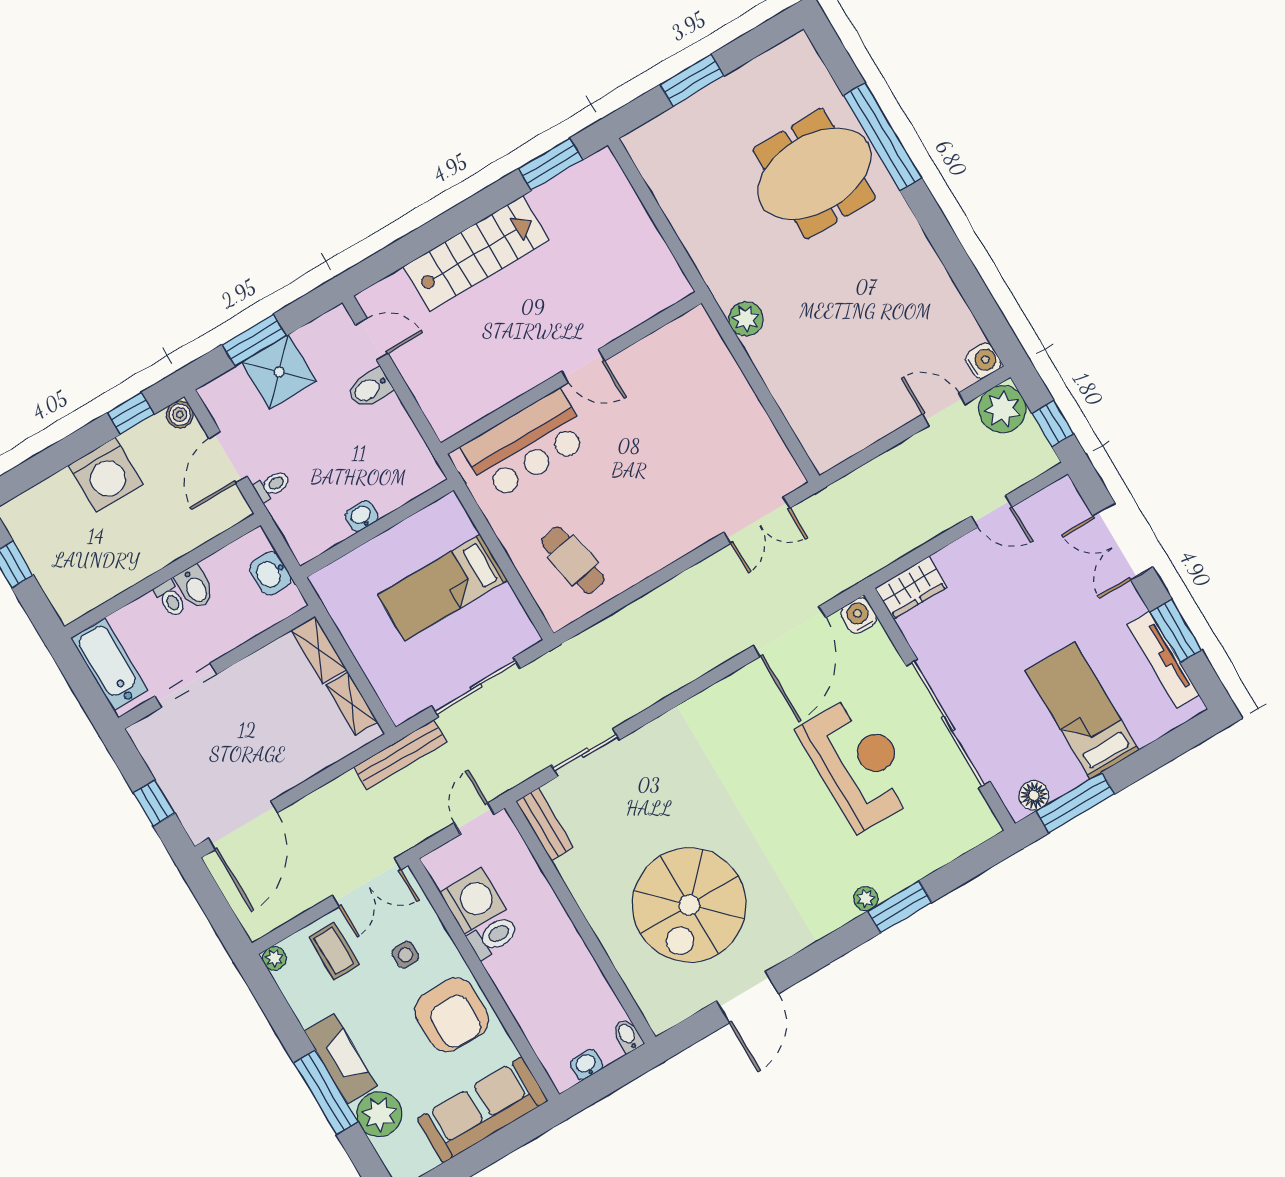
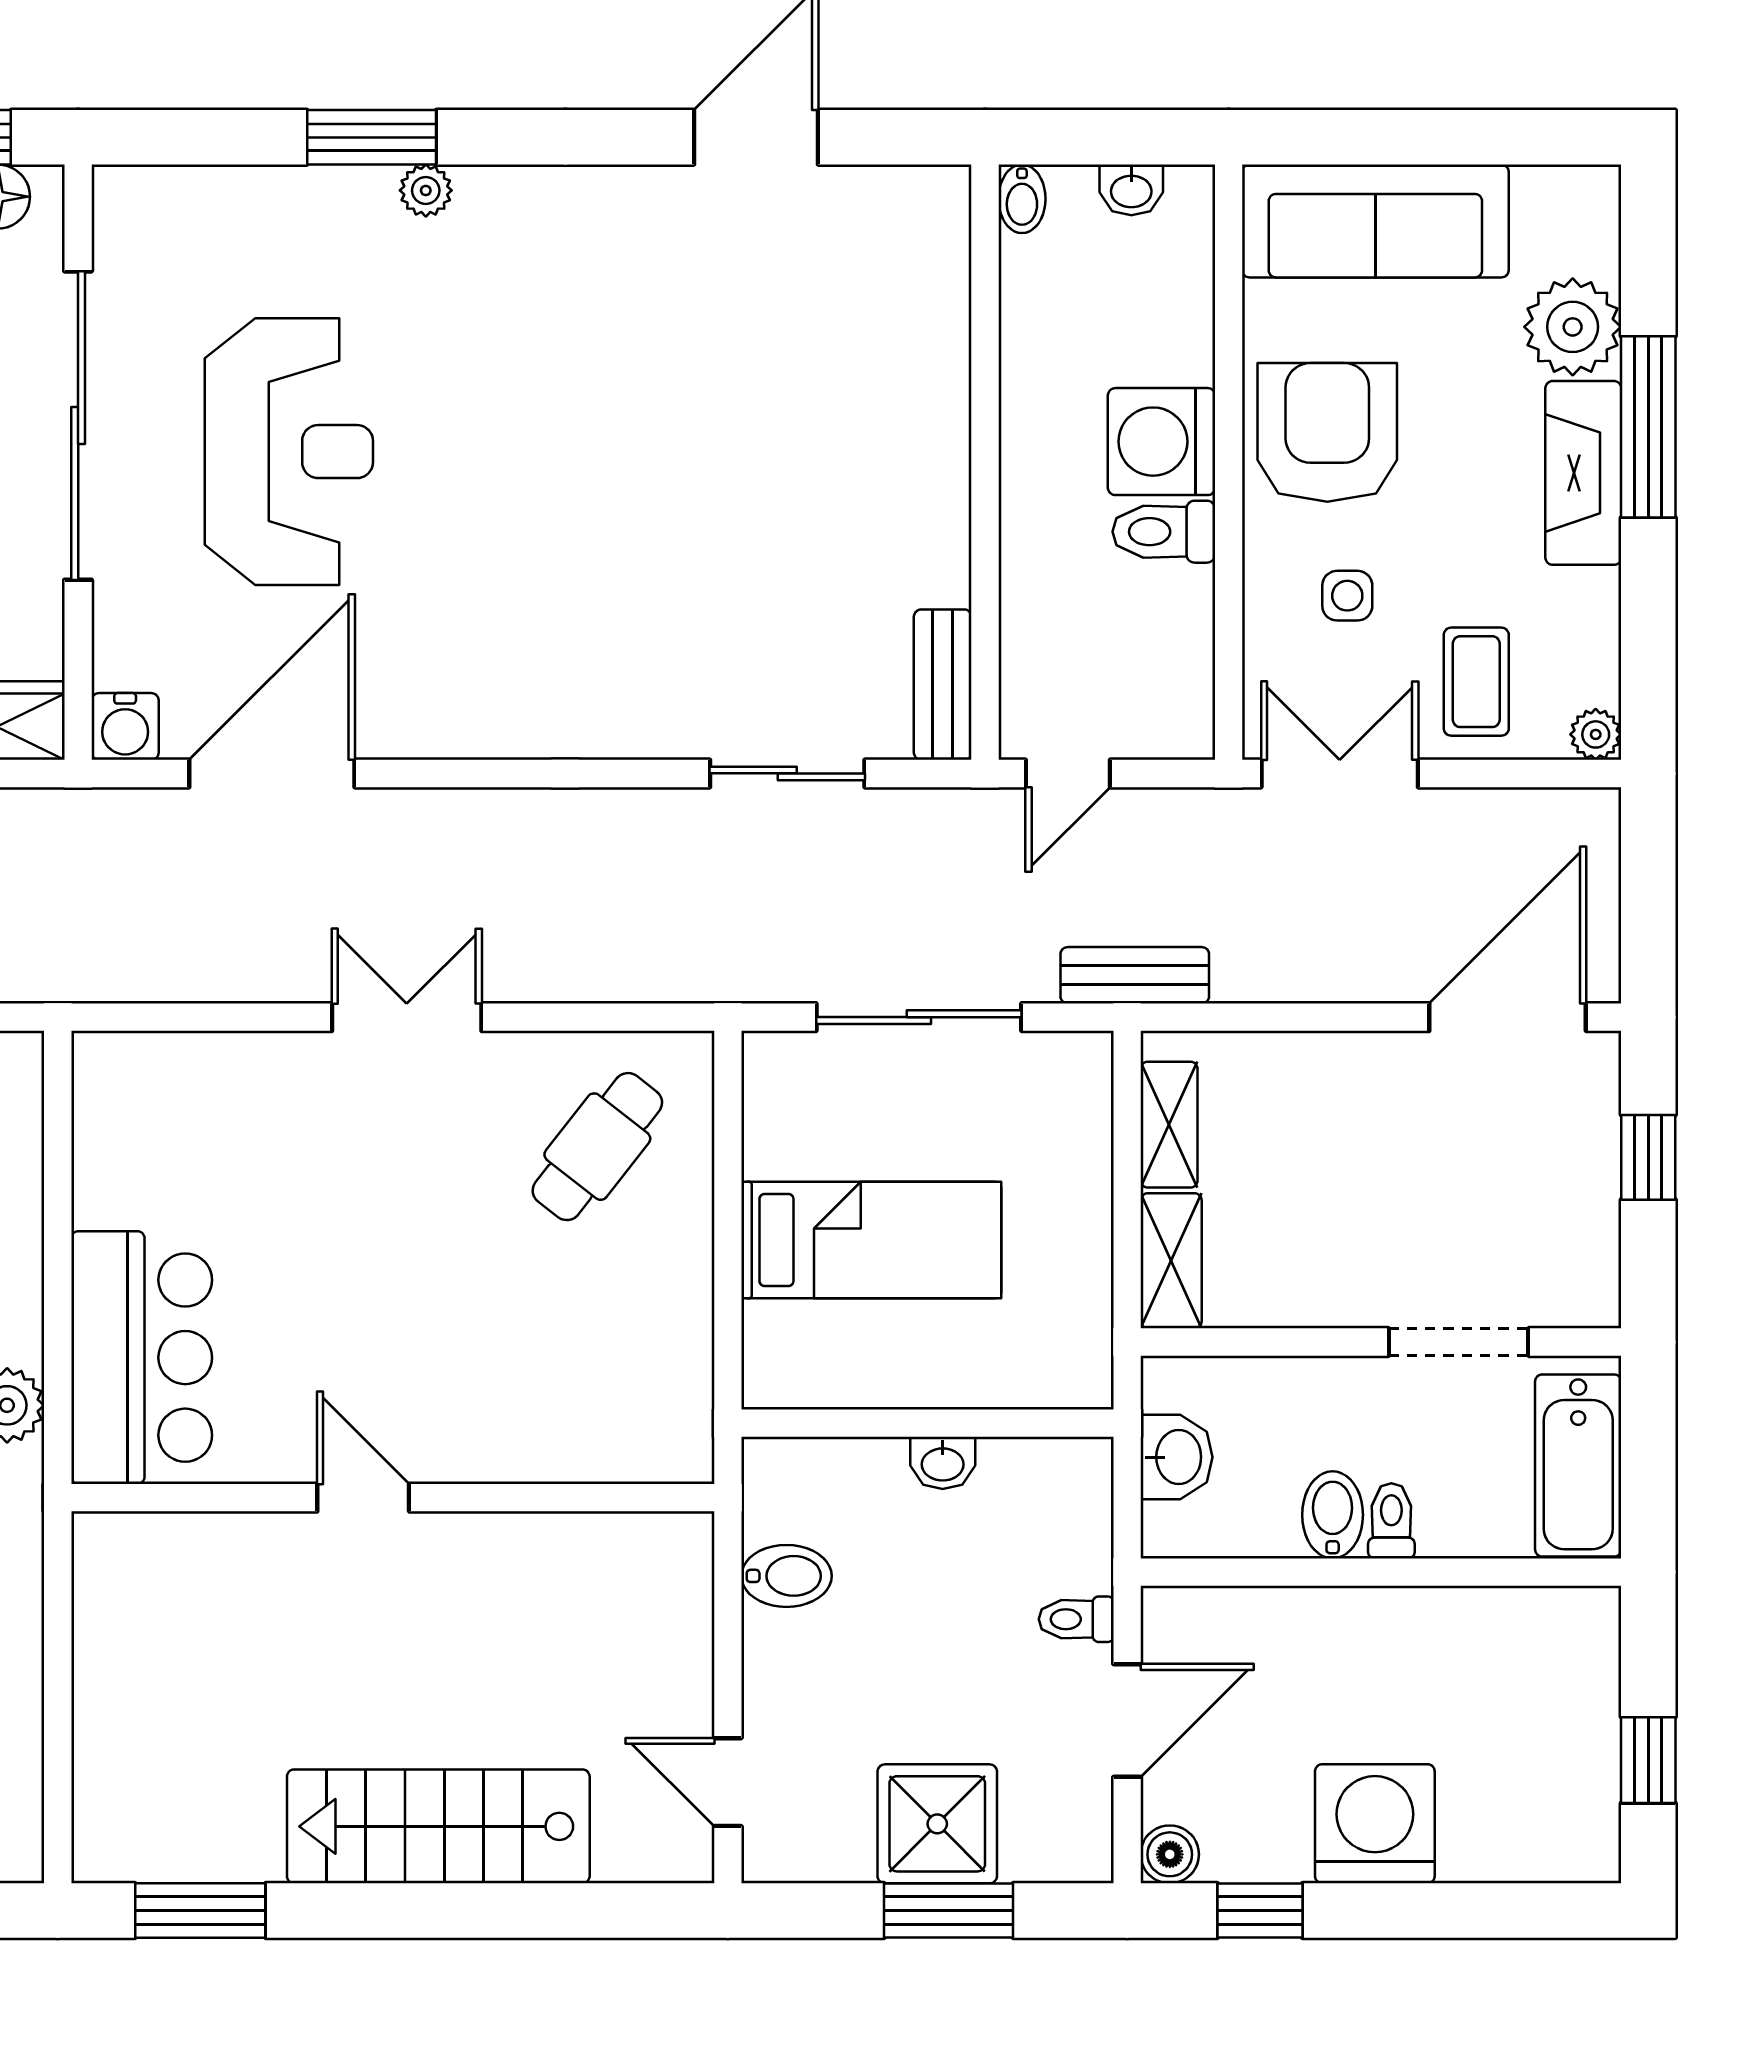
bidet: (370, 389) -> (786, 1576), moved
bar counter: (526, 445) -> (142, 1358), moved, turned 90
double door: (757, 520) -> (407, 1017), moved
cafe table: (573, 560) -> (597, 1147), turned 49
bench: (400, 754) -> (1135, 975), width x0.73
reception desk: (859, 763) -> (289, 452), turned 180
washing machine: (473, 901) -> (1162, 442), moved
spiral stairs: (689, 905) -> (762, 374), removed

